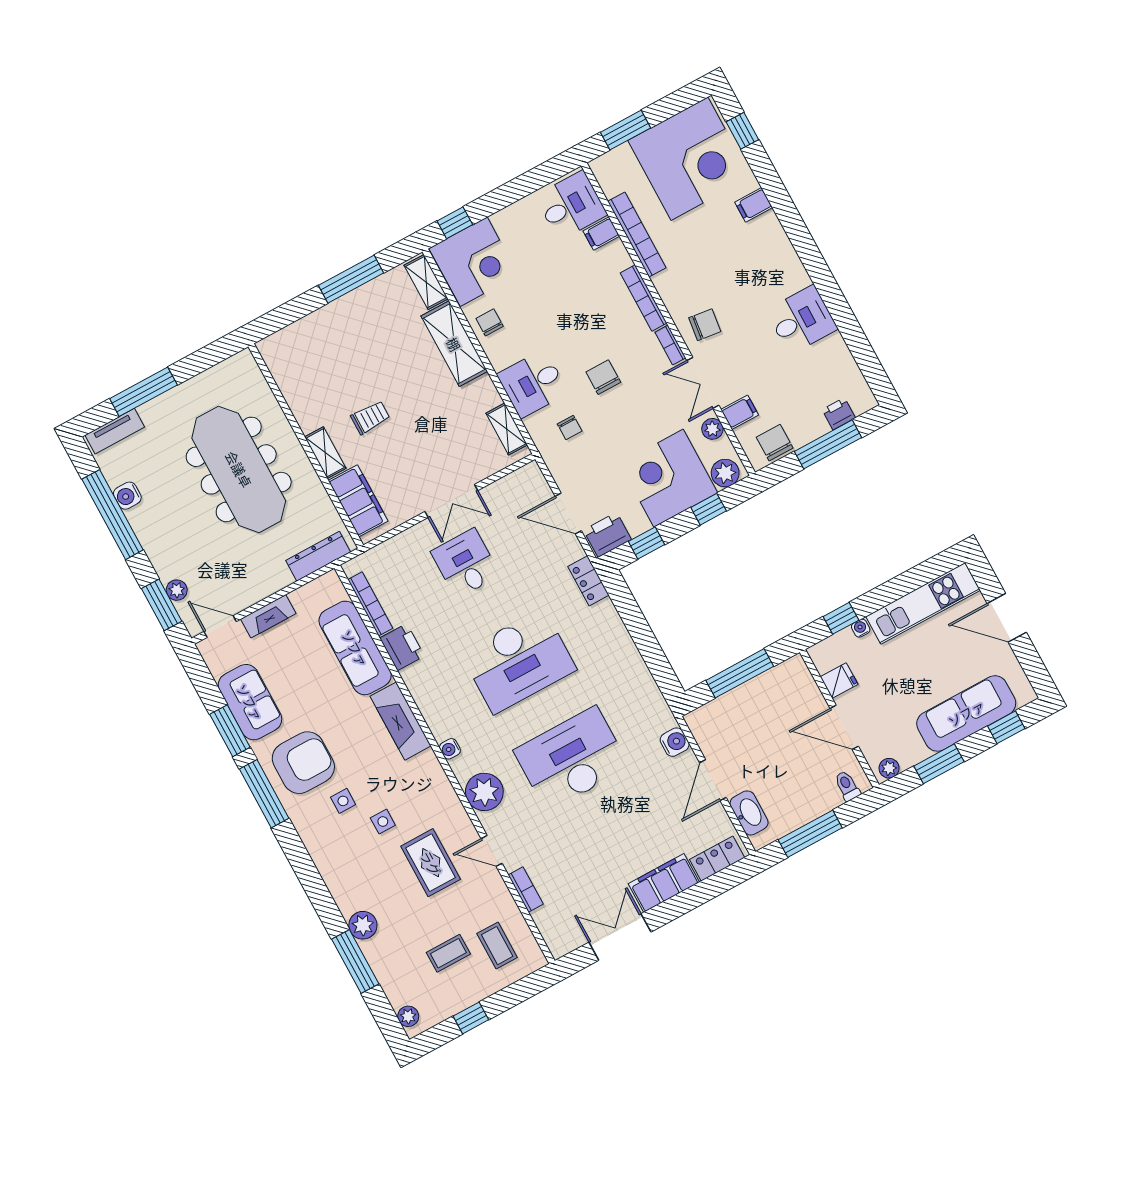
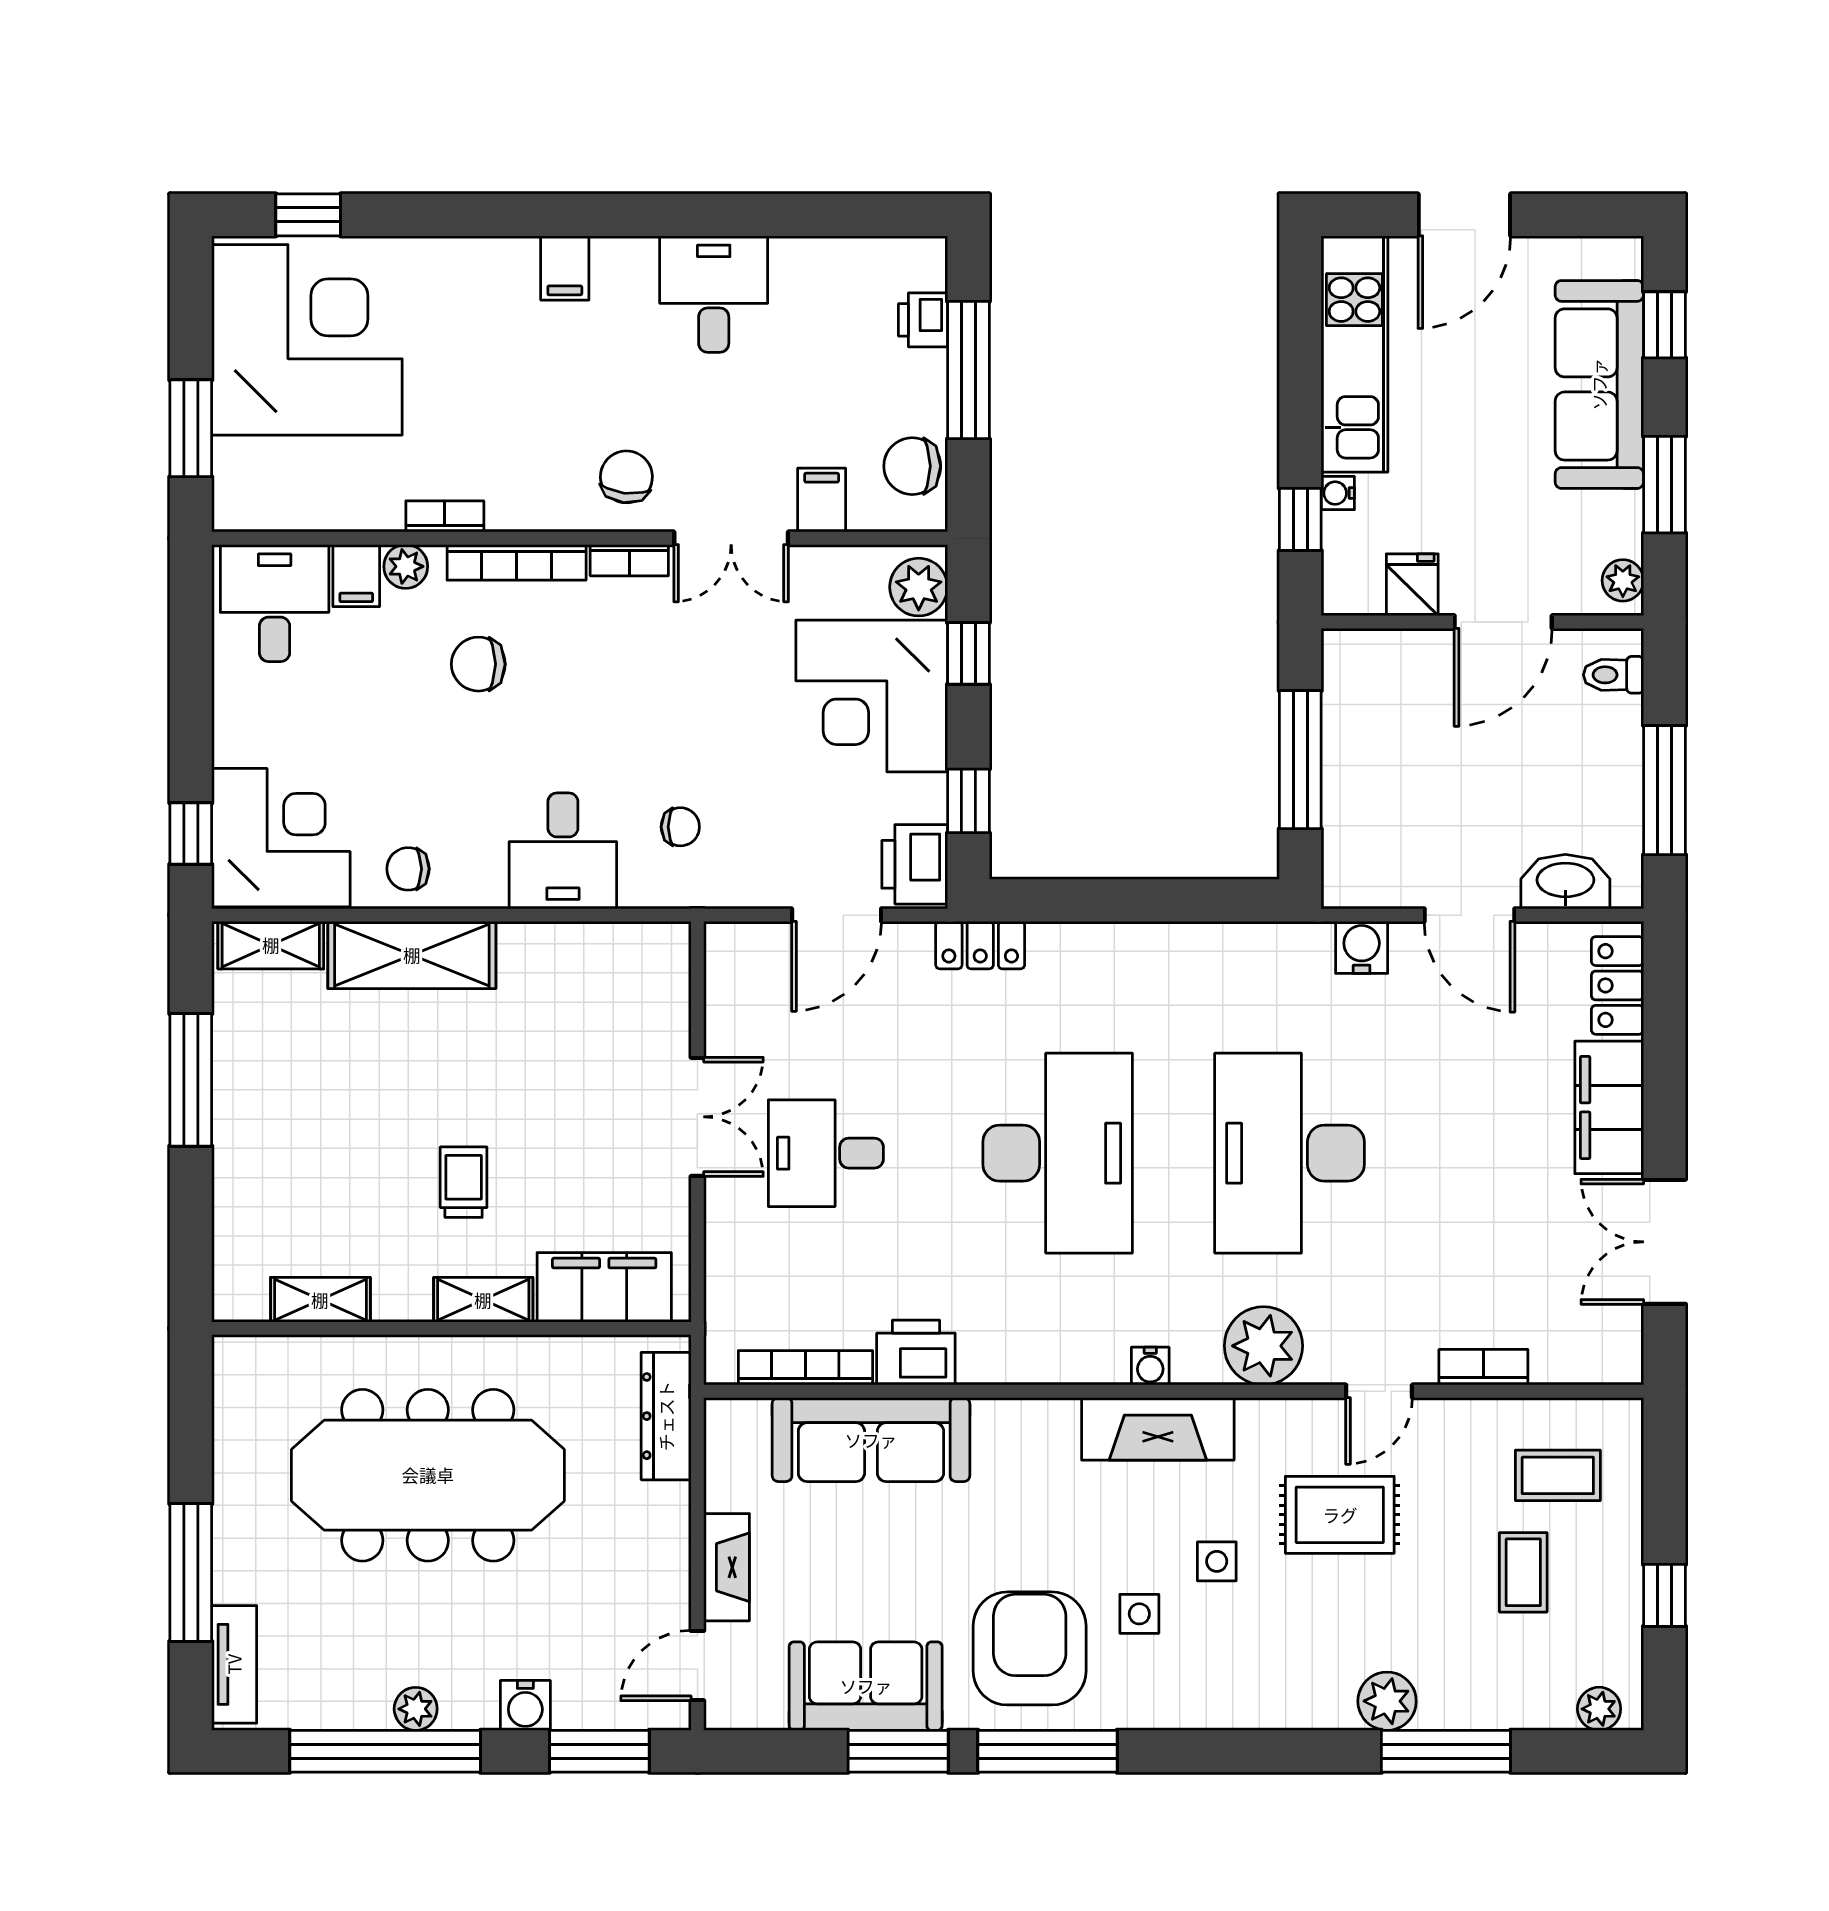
filing cabinet: (754, 205) -> (565, 268), moved
bookcase: (637, 235) -> (445, 516), width x0.43, depth x0.76
chair: (603, 377) -> (478, 664), moved
shelving: (507, 429) -> (320, 1300), moved
plant: (712, 429) -> (406, 566), moved
water cooler: (127, 496) -> (525, 1705), moved
plant: (177, 590) -> (416, 1709), moved
fireplace: (401, 721) -> (1158, 1429), moved

